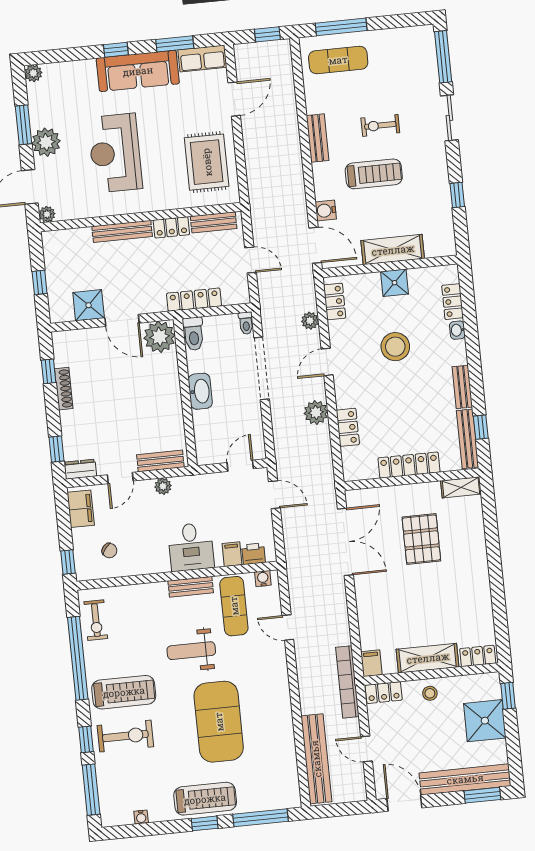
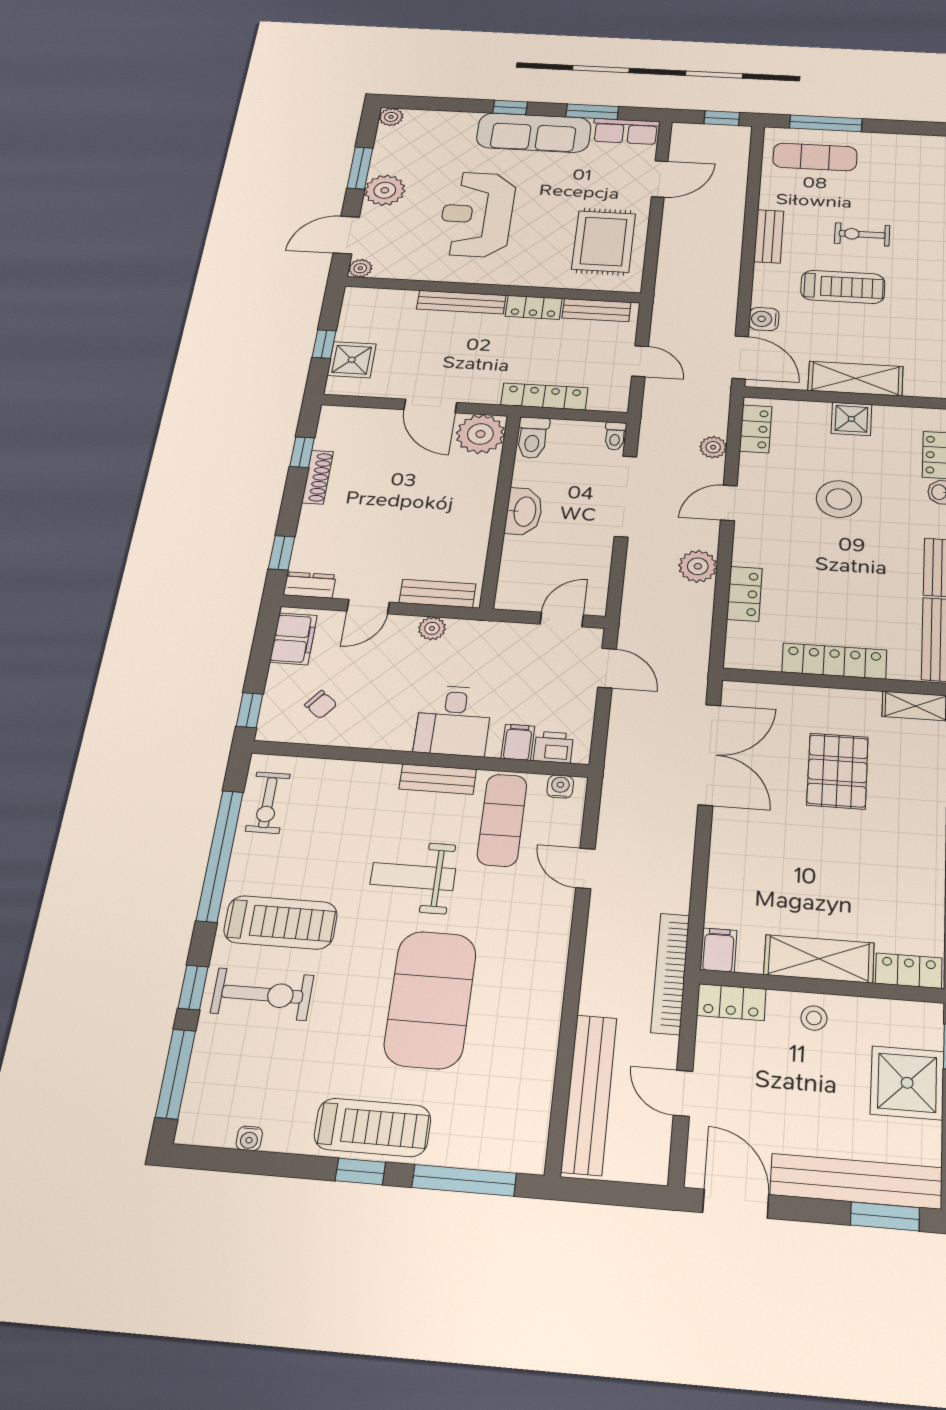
shower: (89, 305) -> (352, 360), moved

